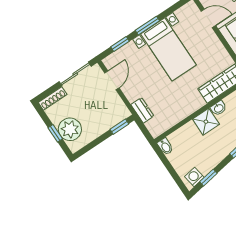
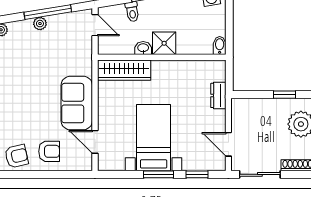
door: (112, 80) -> (228, 144), hinge flipped
window: (119, 127) -> (285, 95), moved

